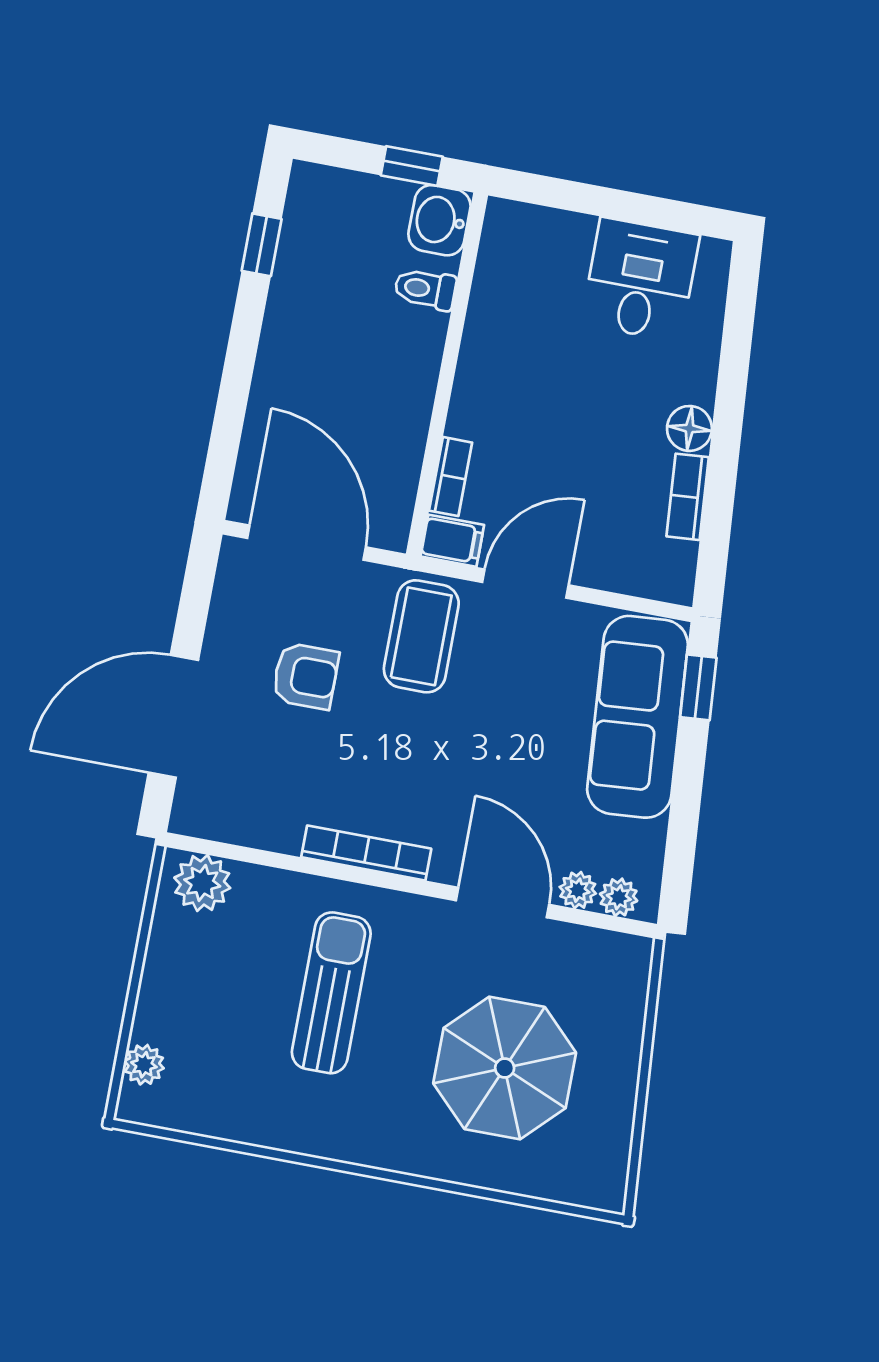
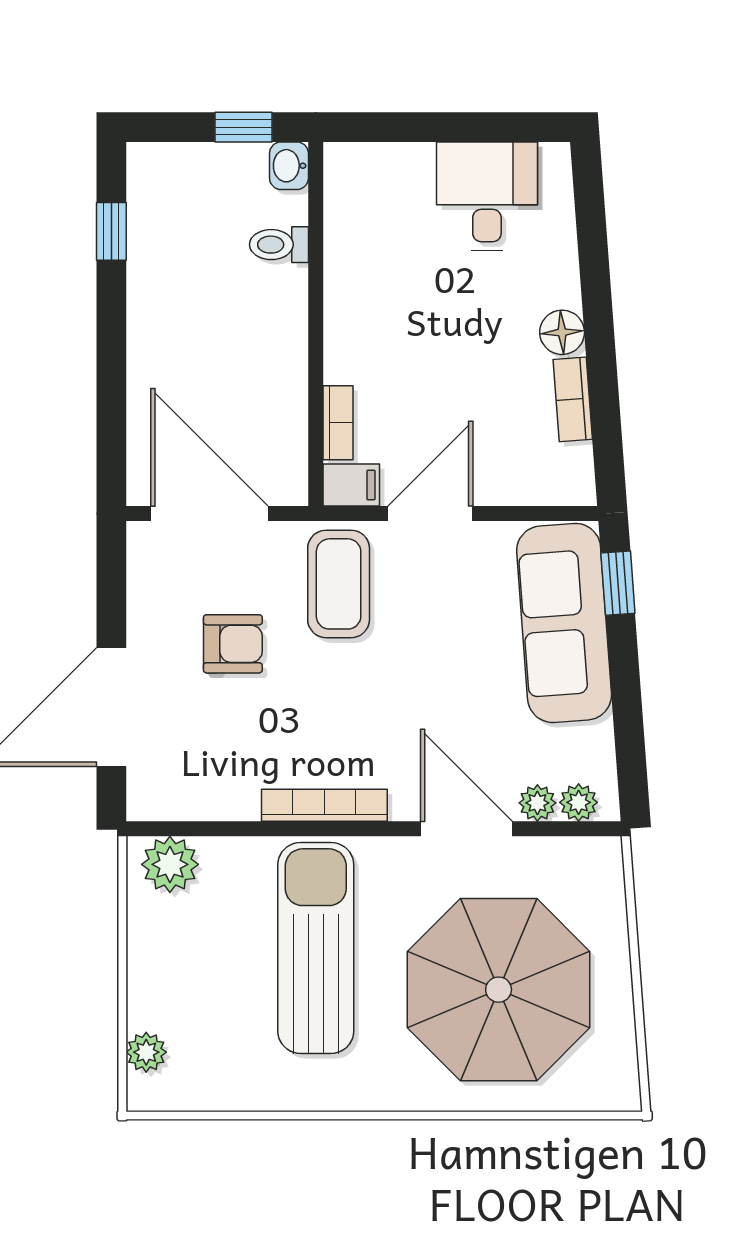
washbasin: (439, 220) -> (289, 166), width x0.72, depth x0.69
sun lounger: (331, 993) -> (316, 948), width x1.36, depth x1.34
parasol: (505, 1068) -> (499, 990), width x1.36, depth x1.36

